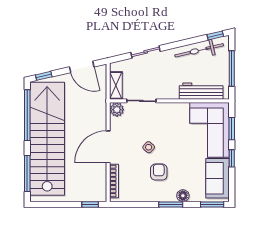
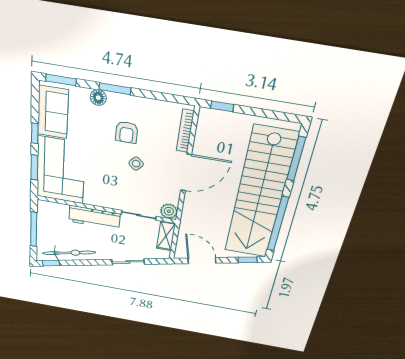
workbench: (201, 91) -> (94, 218), moved

